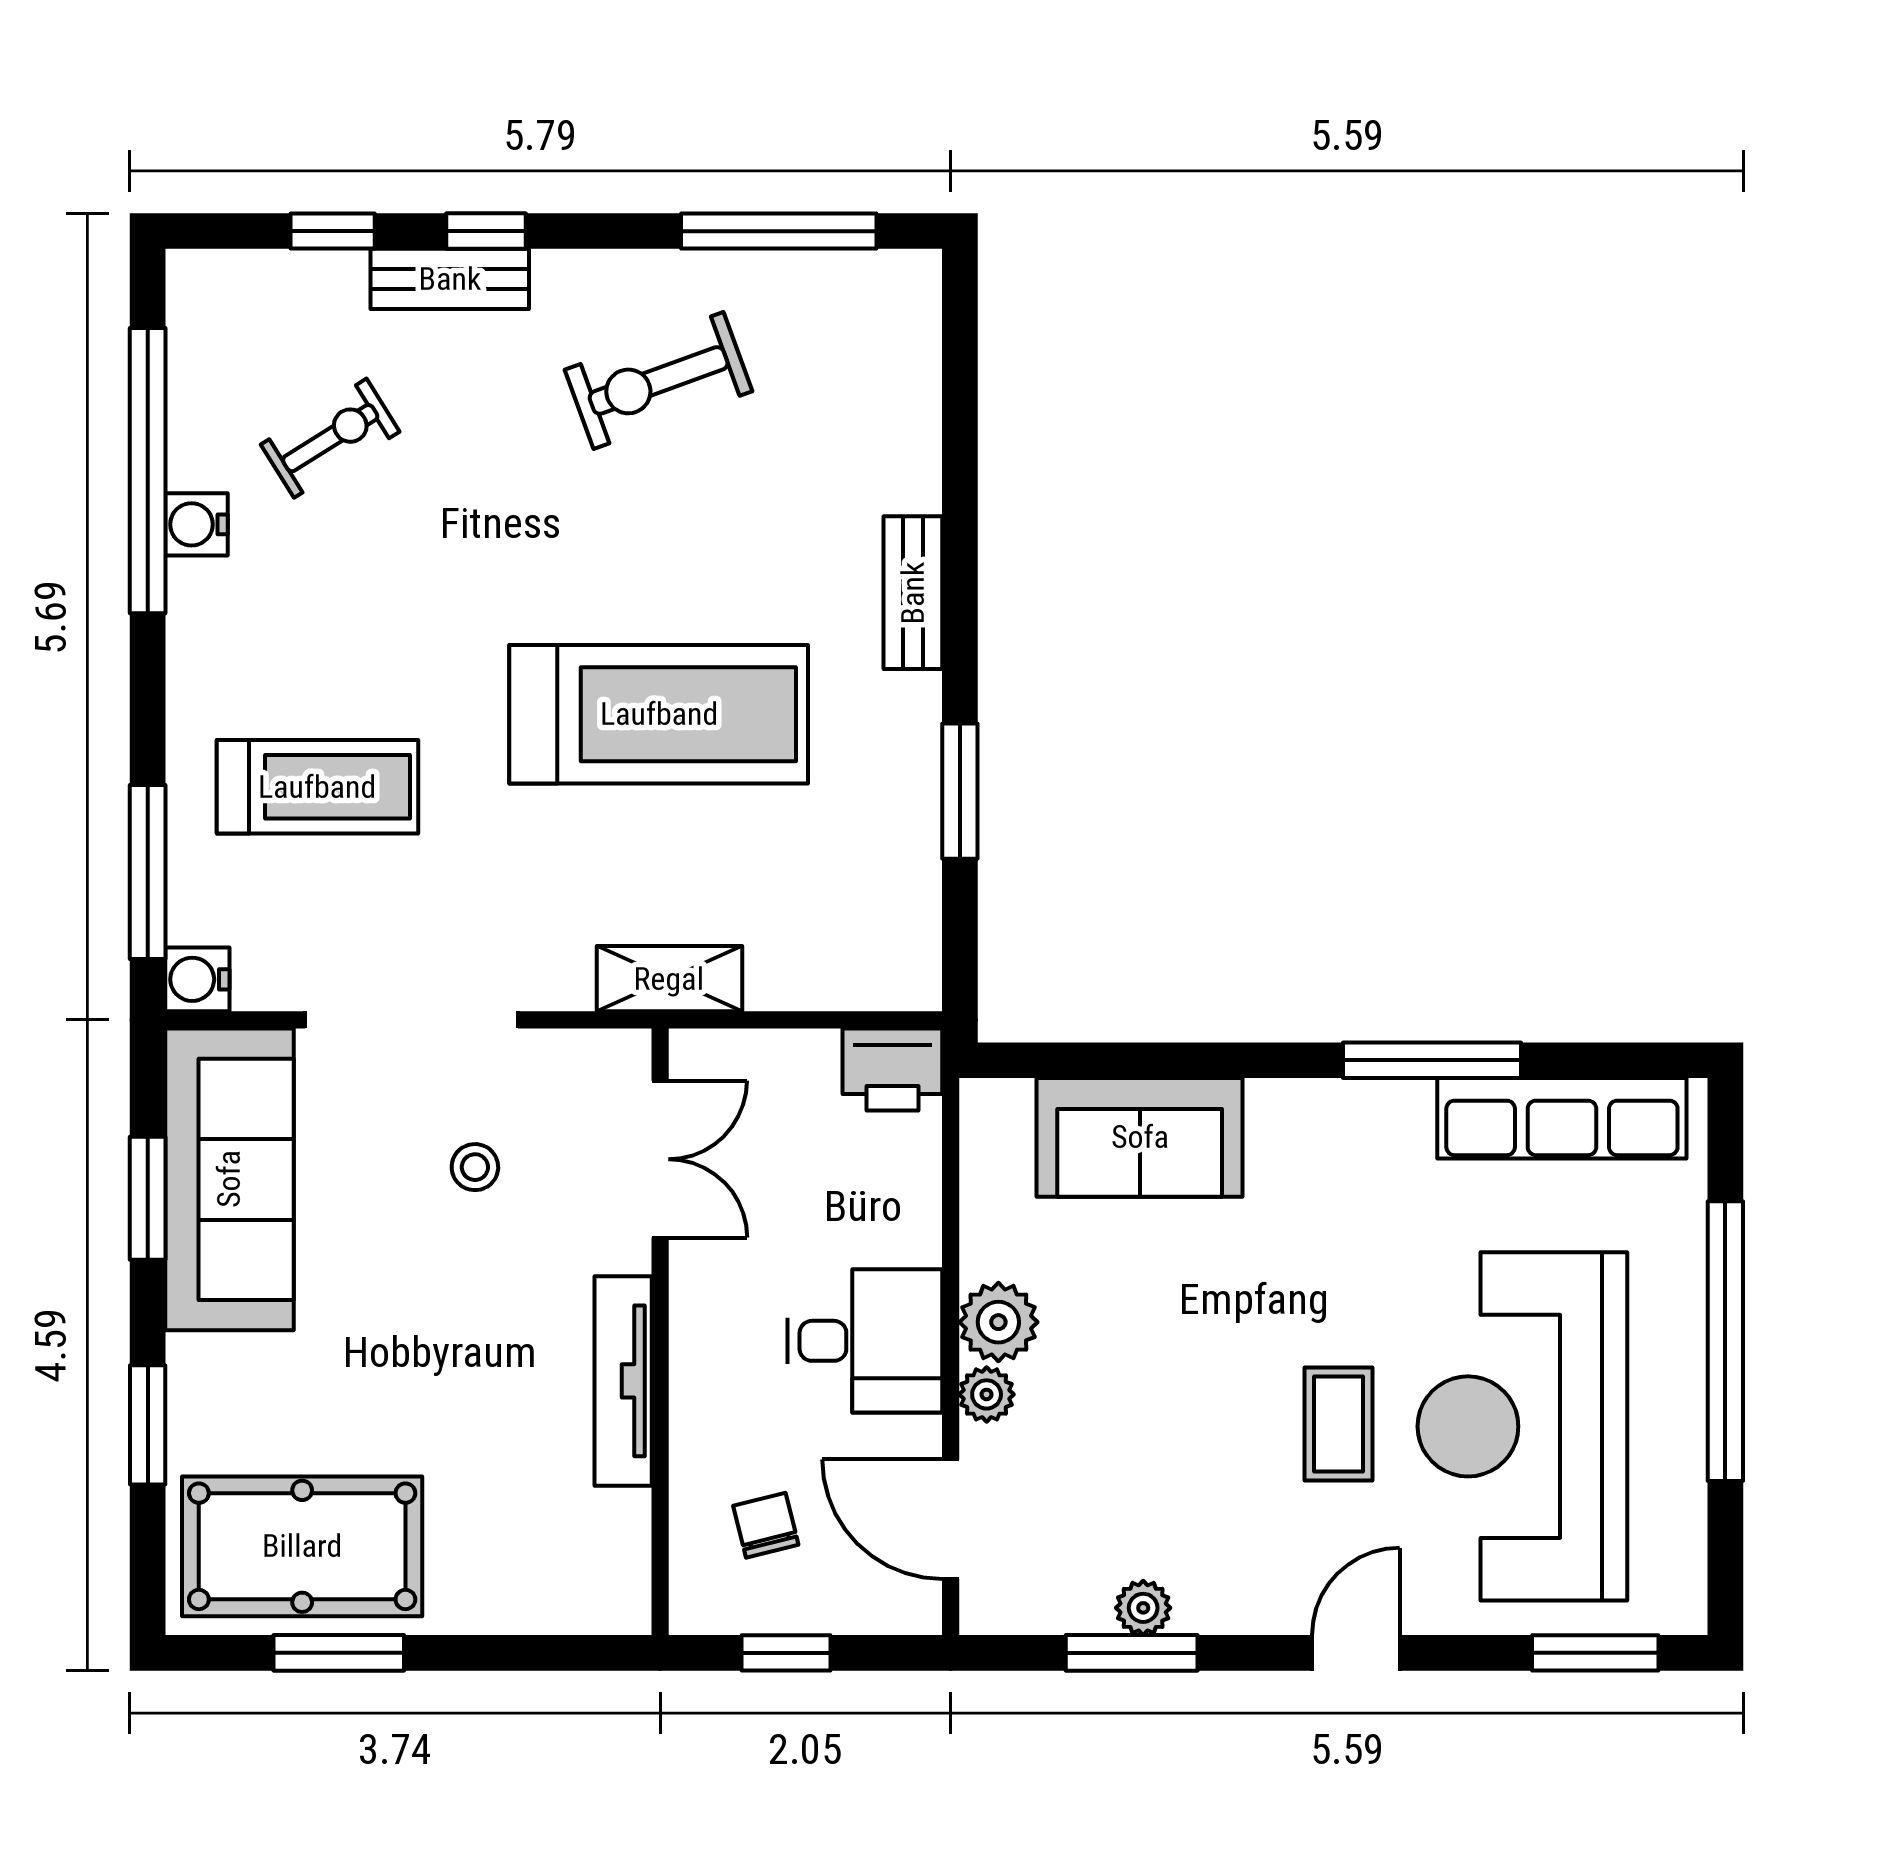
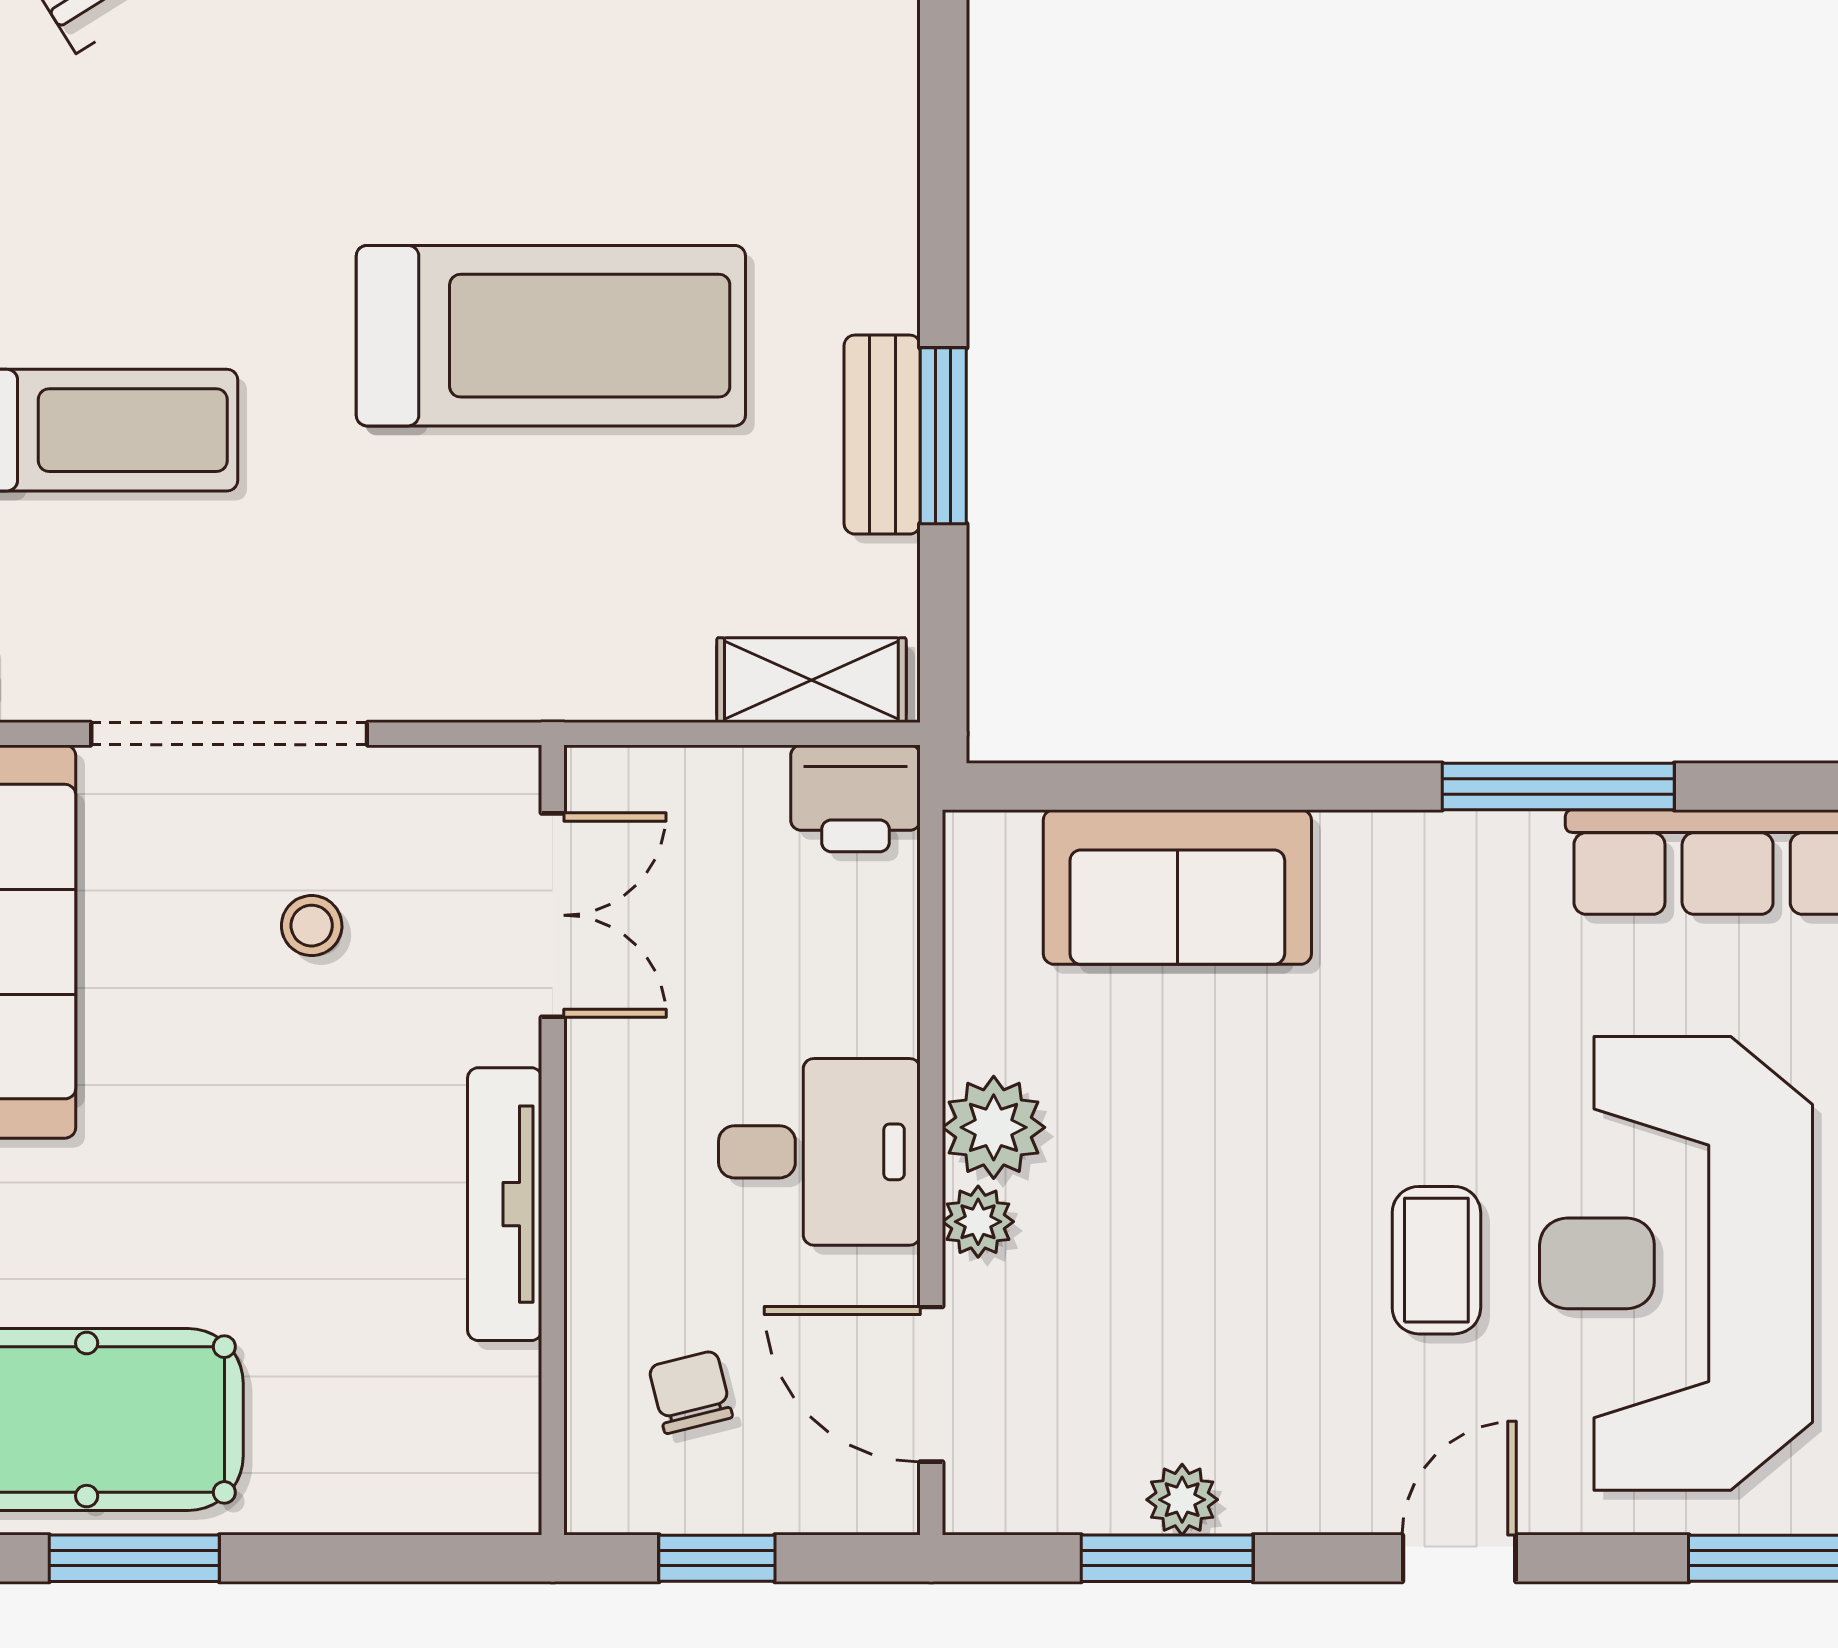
bench: (913, 593) -> (882, 435), moved
shelving: (669, 979) -> (811, 680), moved

